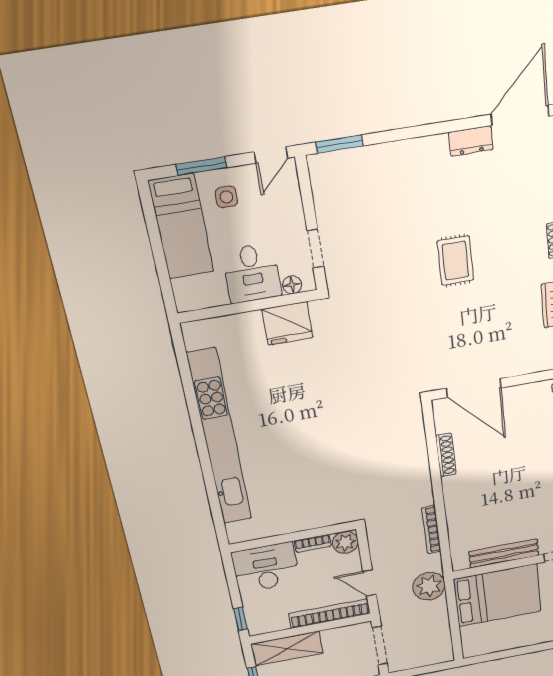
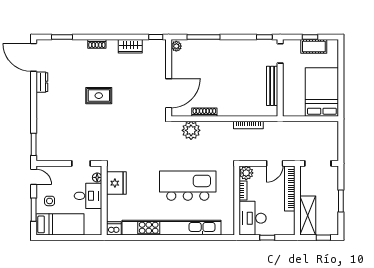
dishwasher: (196, 334) -> (114, 228), added
kitchen island: (305, 452) -> (188, 186), added
plant: (429, 586) -> (191, 130), moved
bed: (497, 595) -> (322, 92), moved
window: (241, 619) -> (267, 238), moved

